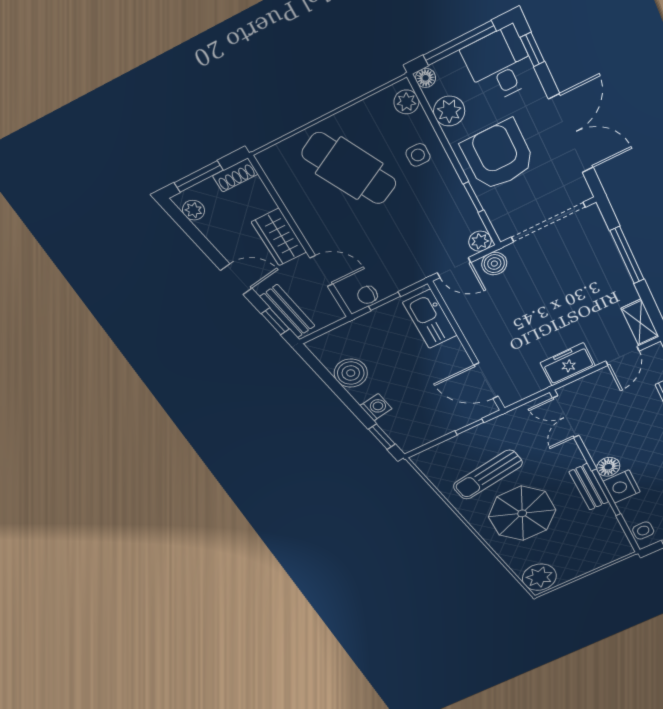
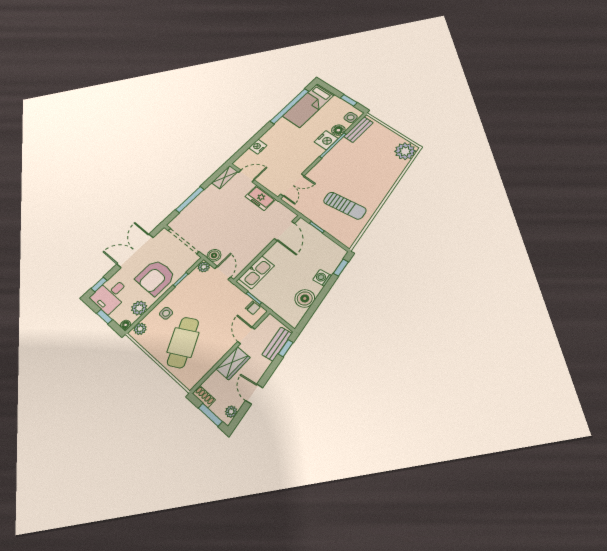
window: (460, 43) -> (104, 317), width x0.46
door: (236, 279) -> (254, 394), moved
floor lamp: (608, 467) -> (338, 130), moved
bench: (589, 487) -> (359, 130), moved
parasol: (522, 513) -> (364, 178), removed

